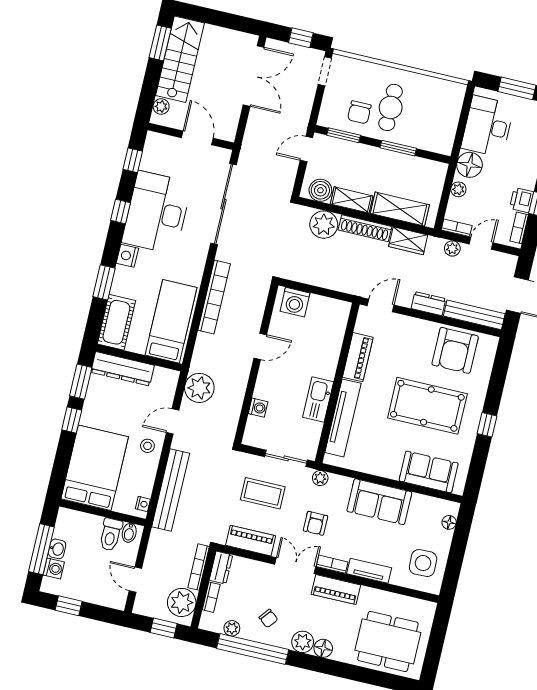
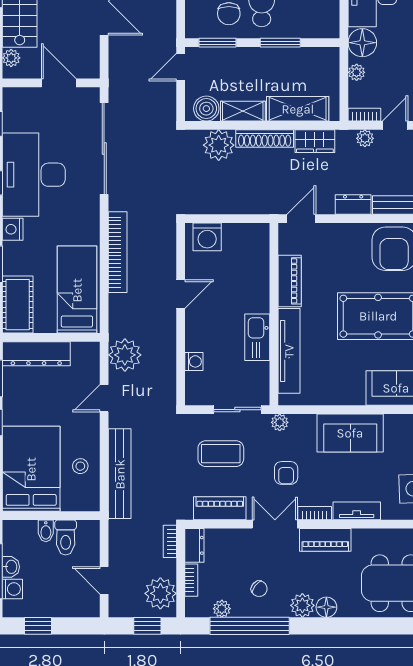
stool: (147, 446) -> (80, 466), moved
nightstand: (143, 504) -> (93, 496), removed
bidet: (129, 533) -> (46, 531), moved
bookcase: (199, 567) -> (170, 541), width x0.64

